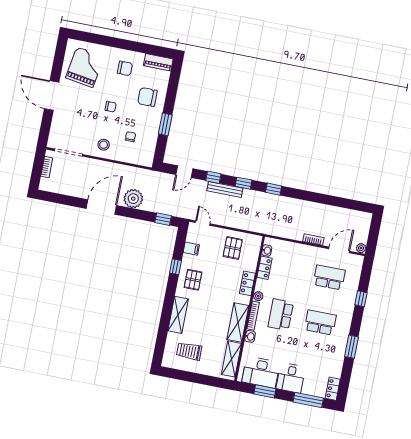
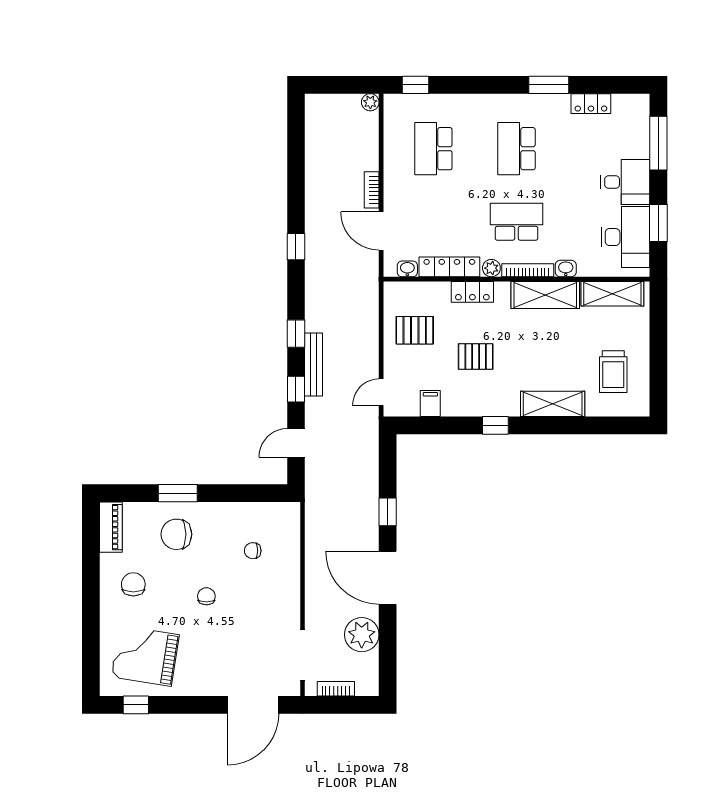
window: (59, 57) -> (136, 705), added
door: (52, 96) -> (253, 705), moved
chair: (147, 97) -> (176, 534), turned 90
window: (165, 124) -> (178, 493), moved
stool: (104, 145) -> (276, 596), removed
door: (184, 172) -> (296, 443), swing flipped
window: (274, 189) -> (296, 247), moved
plant: (133, 199) -> (362, 635), moved
window: (163, 219) -> (388, 512), moved
door: (339, 250) -> (381, 231), moved
window: (175, 267) -> (495, 425), moved
locker: (264, 268) -> (449, 267), width x1.53
pallet: (193, 280) -> (476, 357), moved
window: (361, 299) -> (416, 85), moved
school desk: (281, 315) -> (516, 222), turned 180
locker: (333, 389) -> (591, 104), moved

